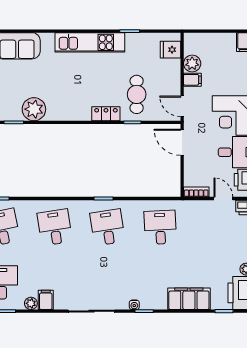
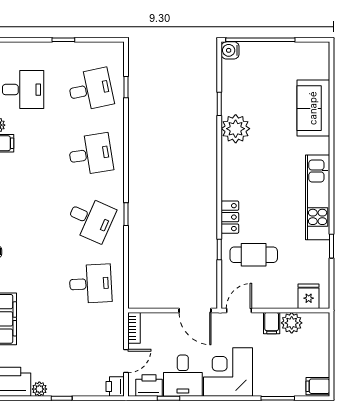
door: (182, 142) -> (195, 310), swing flipped
desk: (107, 227) -> (91, 219), turned 33

